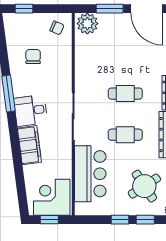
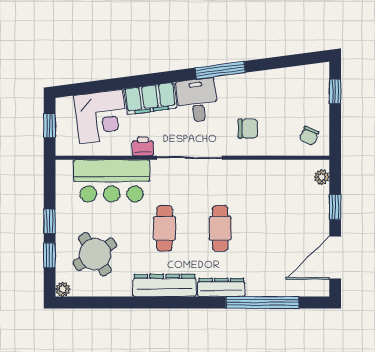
window: (110, 9) -> (335, 207), width x0.67
plant: (87, 24) -> (322, 177), width x0.53, depth x0.53
chair: (33, 57) -> (248, 129), moved
printer: (65, 151) -> (143, 146), added
corner desk: (52, 197) -> (101, 117), moved, turned 82

